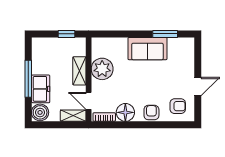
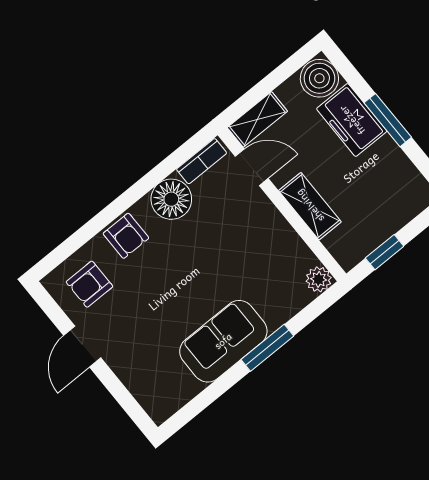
window: (165, 34) -> (267, 348), moved
plant: (102, 69) -> (319, 279), moved, width x0.53, depth x0.53
window: (28, 79) -> (388, 120), width x0.69

